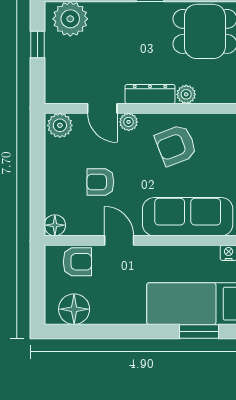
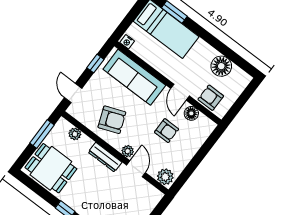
plant: (186, 94) -> (75, 134), moved
floor lamp: (55, 225) -> (191, 113), moved
floor lamp: (74, 309) -> (221, 66), moved

